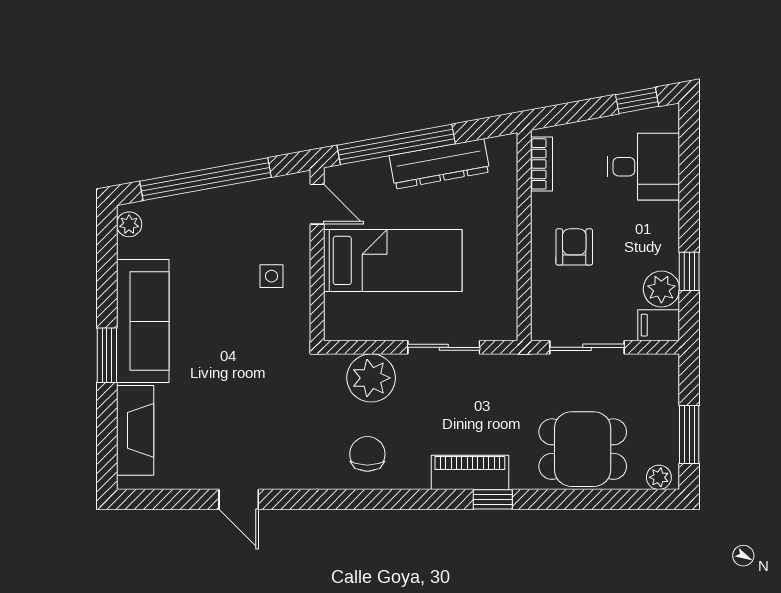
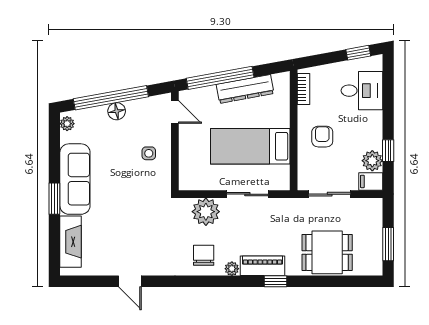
floor lamp: (215, 203) -> (117, 111), added
bed: (393, 260) -> (250, 146), moved, turned 180
plant: (659, 477) -> (232, 269), moved

